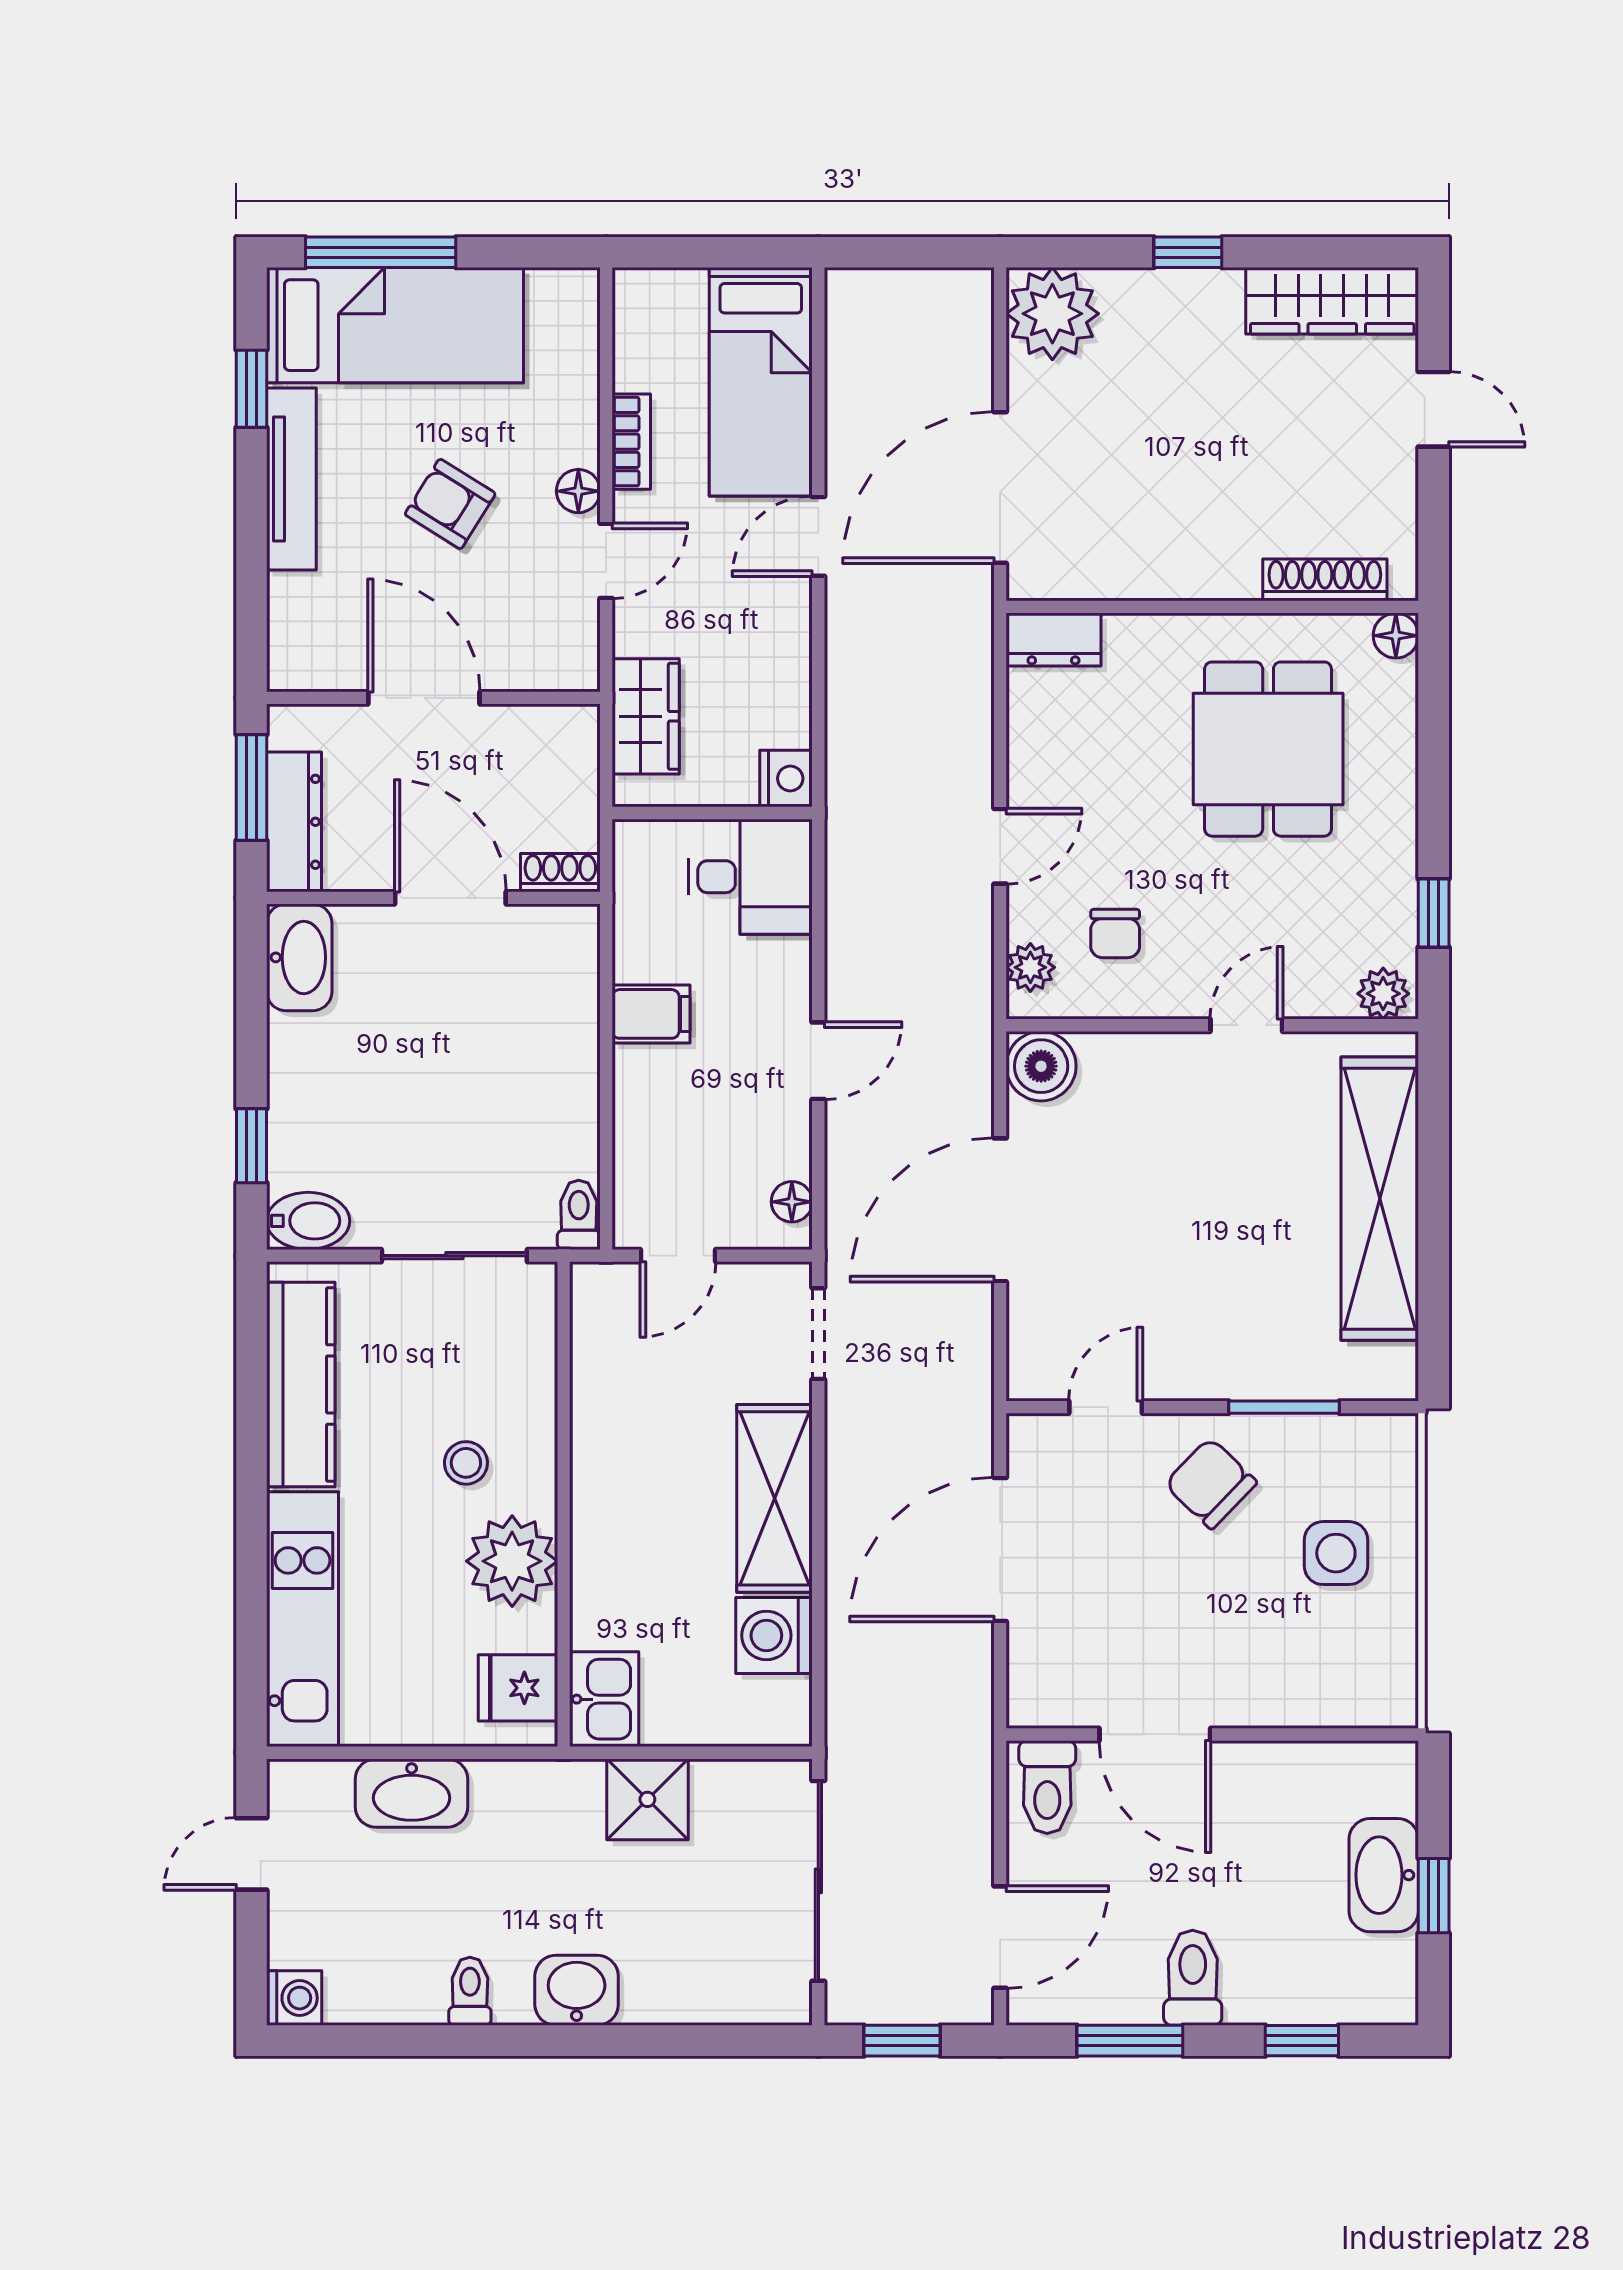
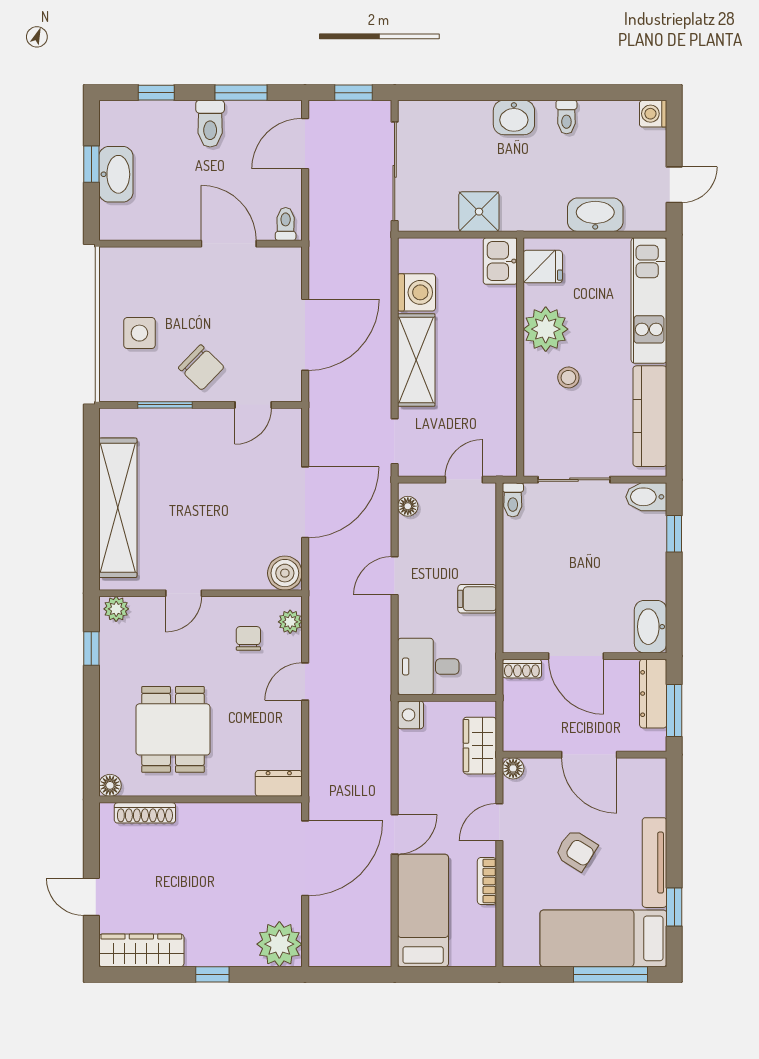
floor lamp: (578, 491) -> (513, 768), moved
toilet: (1047, 1787) -> (286, 224), width x0.73, depth x0.72

